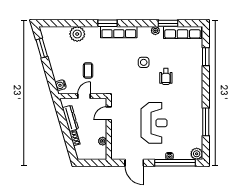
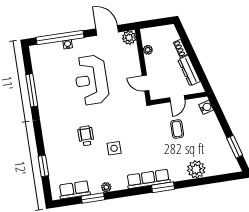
row of seats: (183, 32) -> (74, 190), width x0.68
door: (109, 113) -> (146, 83), swing flipped
plant: (197, 154) -> (129, 38), moved

